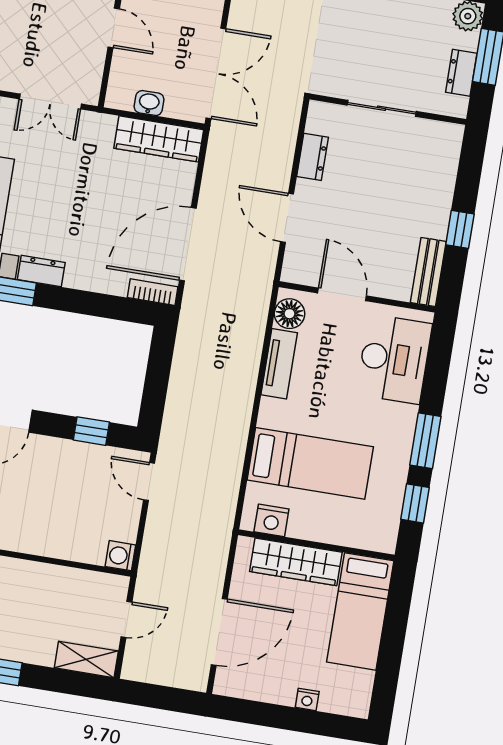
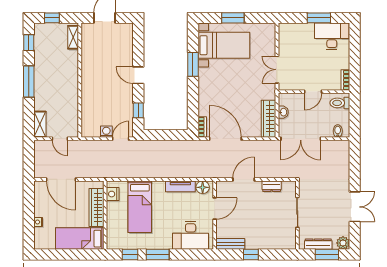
dresser: (461, 73) -> (318, 244), width x1.44
dresser: (41, 271) -> (204, 78), removed
washing machine: (120, 556) -> (106, 132), moved

